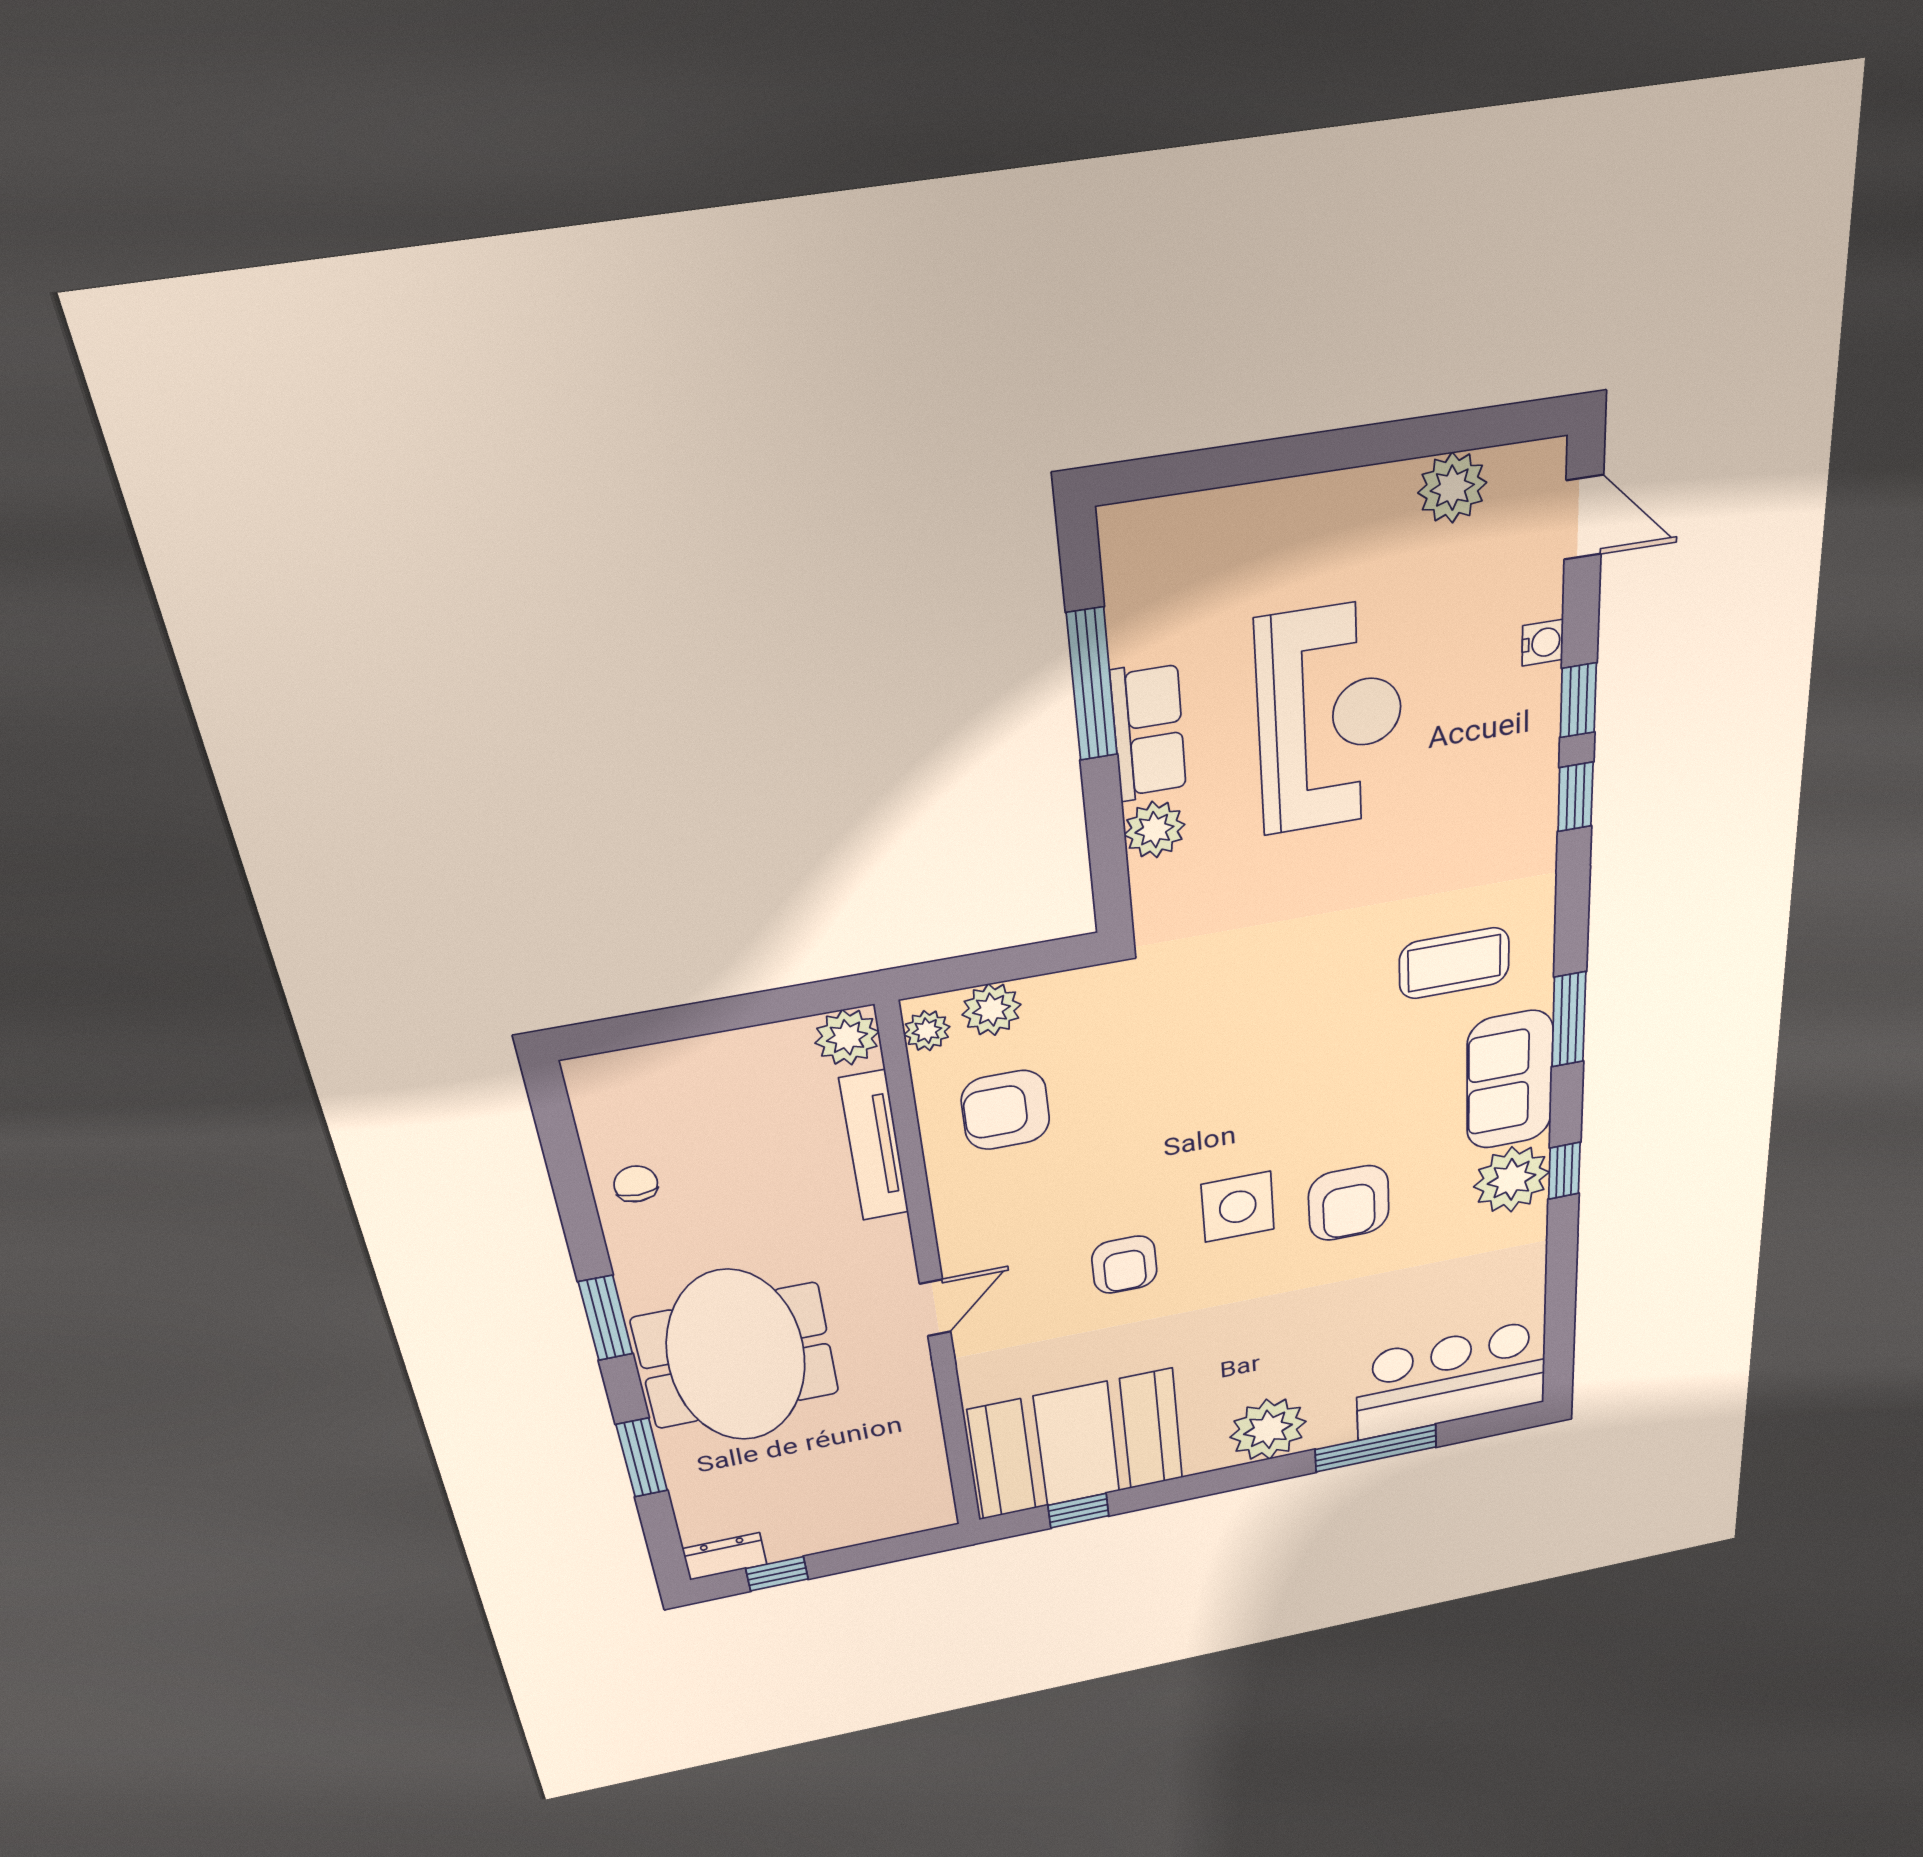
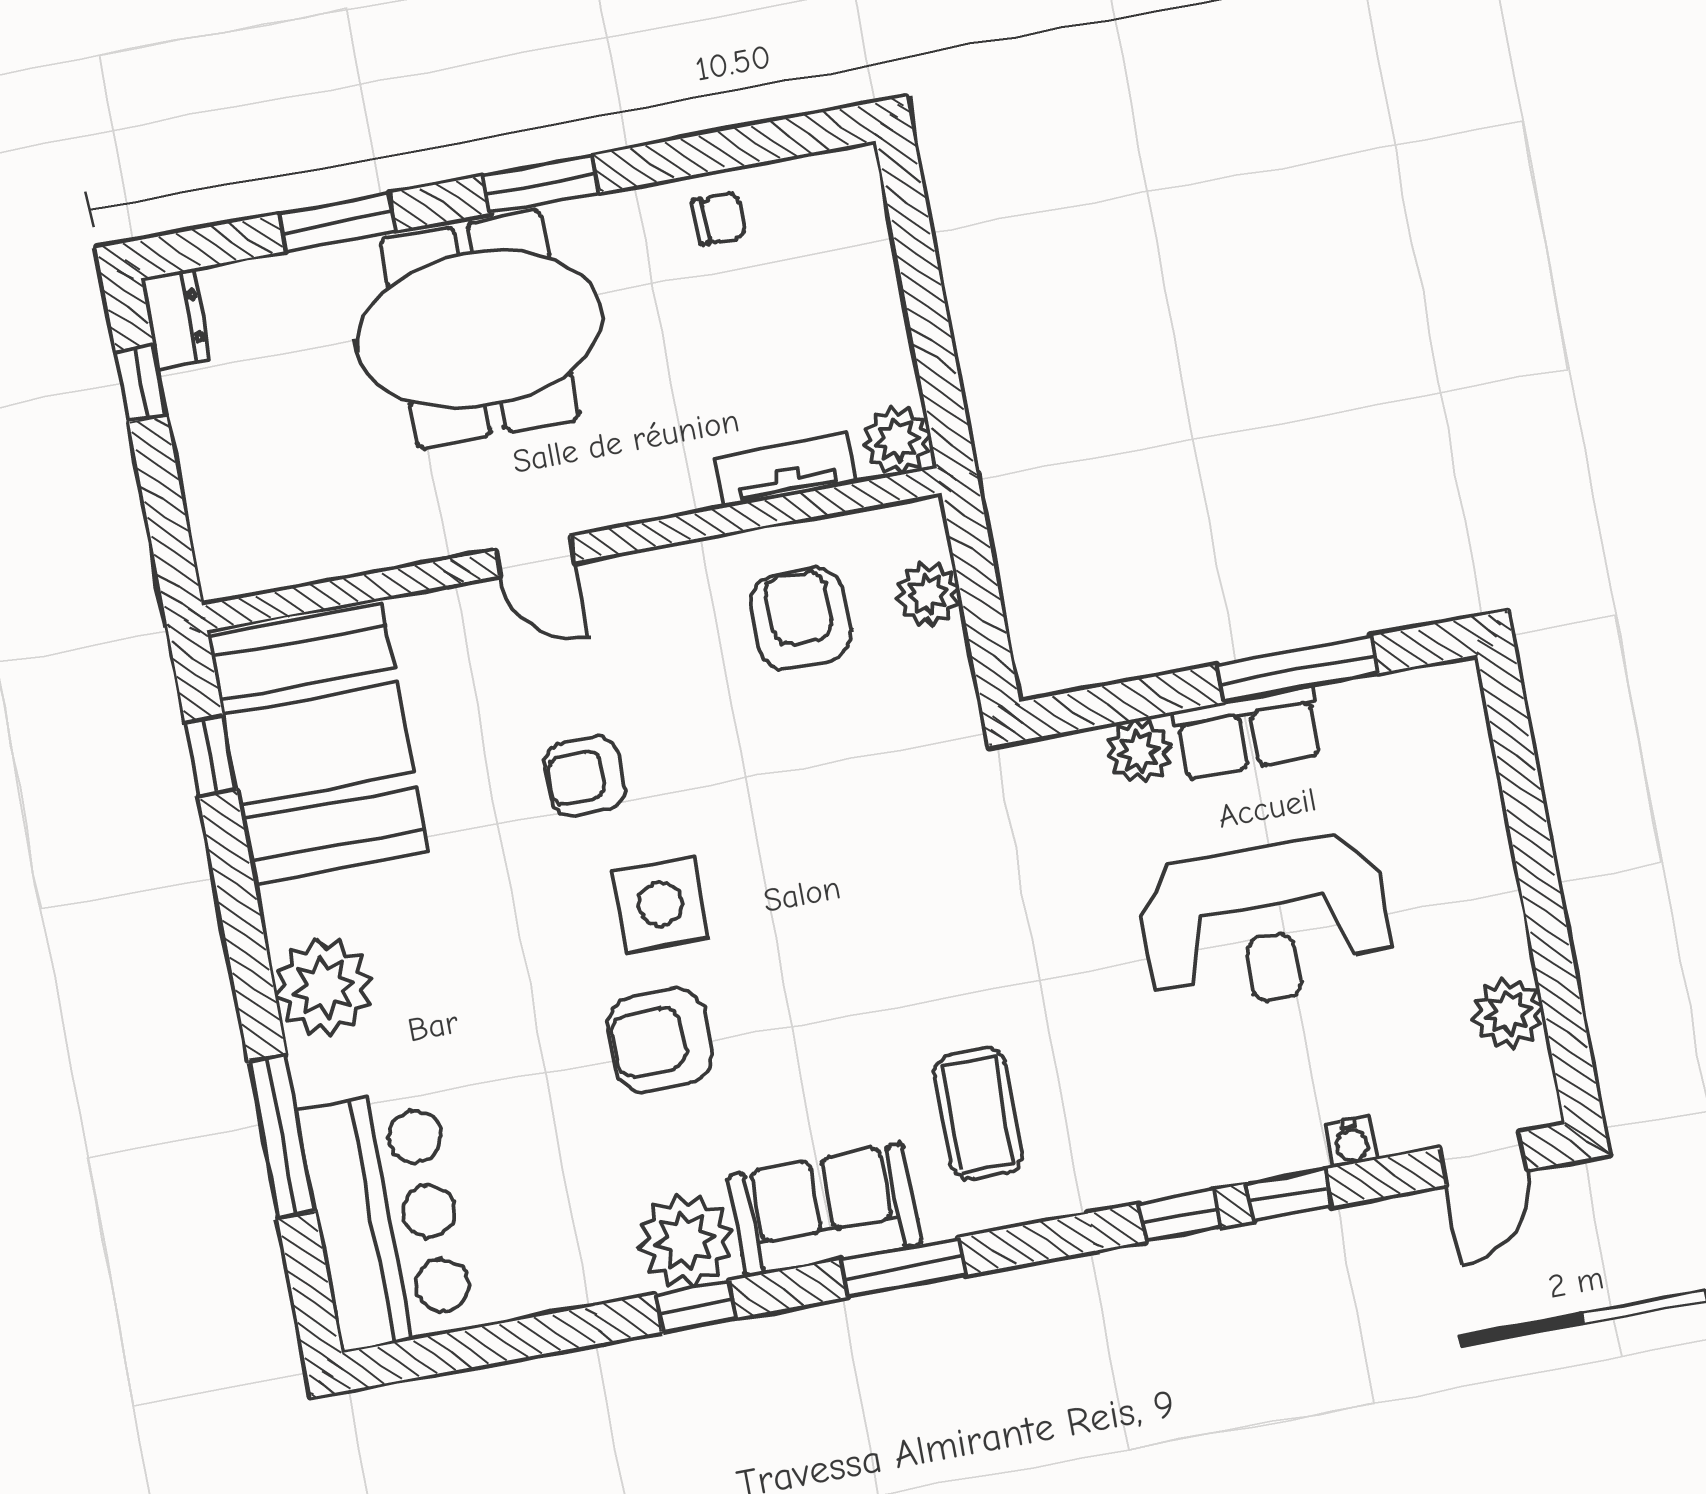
plant: (927, 1031) -> (903, 526), removed
tv unit: (874, 1146) -> (786, 470), width x0.71

